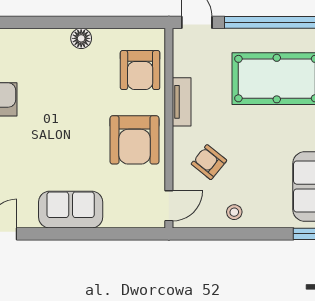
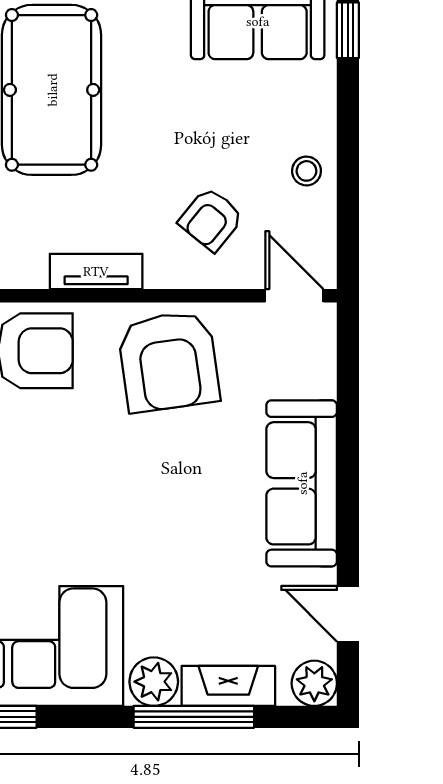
armchair: (134, 140) -> (169, 361), turned 82
sofa: (71, 210) -> (302, 483), width x1.36

